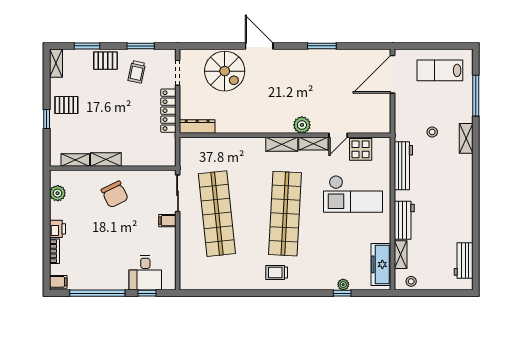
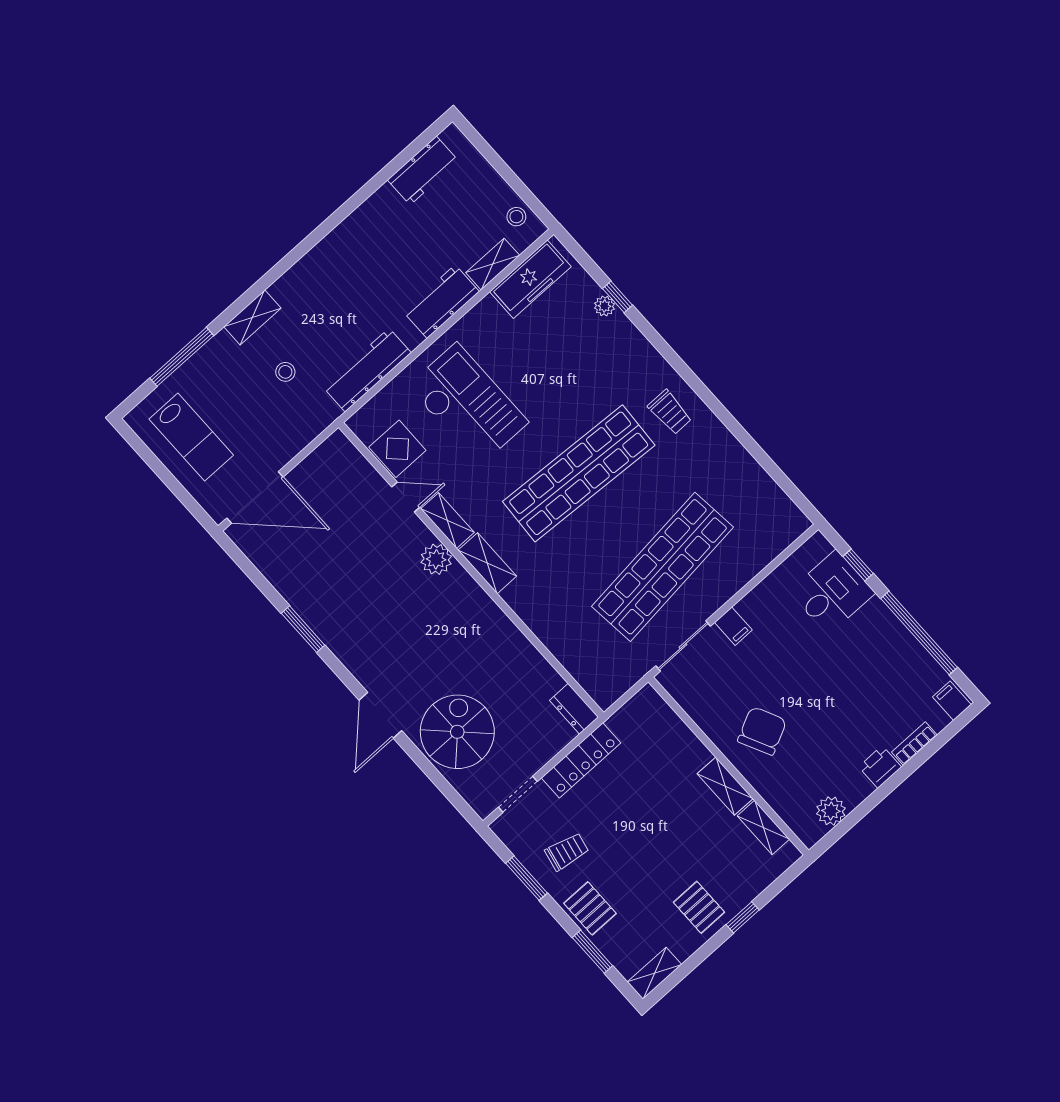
dresser: (197, 127) -> (574, 709), width x0.70

